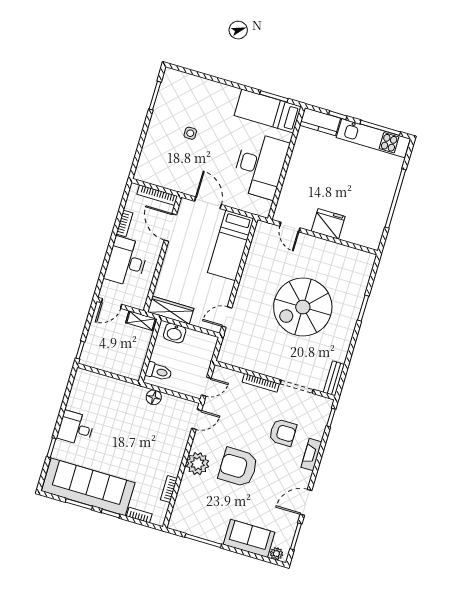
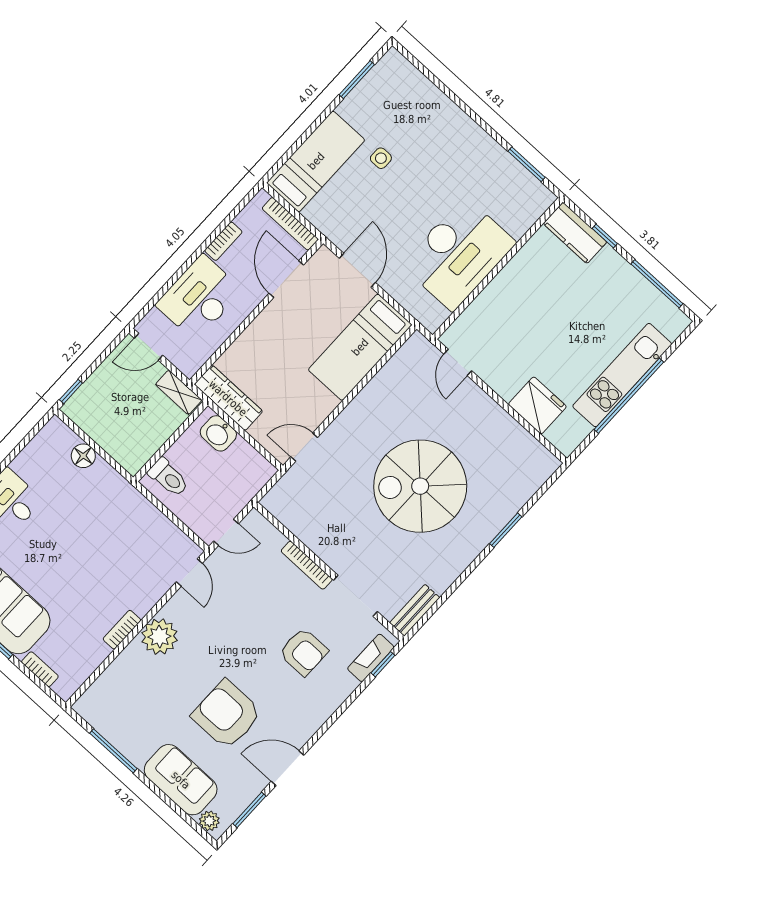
bed: (268, 111) -> (316, 161), moved, turned 90
kitchen unit: (373, 138) -> (622, 375), moved, turned 90
fridge: (328, 224) -> (537, 405), moved
floor lamp: (154, 397) -> (83, 456), moved
door: (197, 419) -> (189, 573), hinge flipped
fireplace: (311, 455) -> (371, 658), moved
armchair: (238, 467) -> (227, 714), moved
bookcase: (169, 489) -> (122, 630), moved

